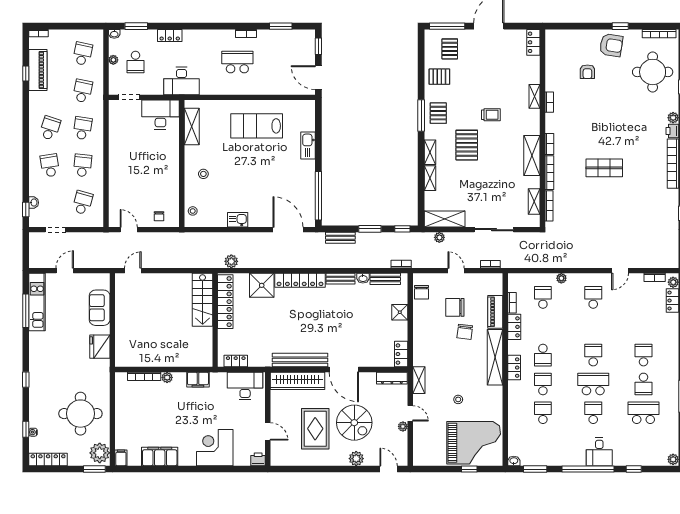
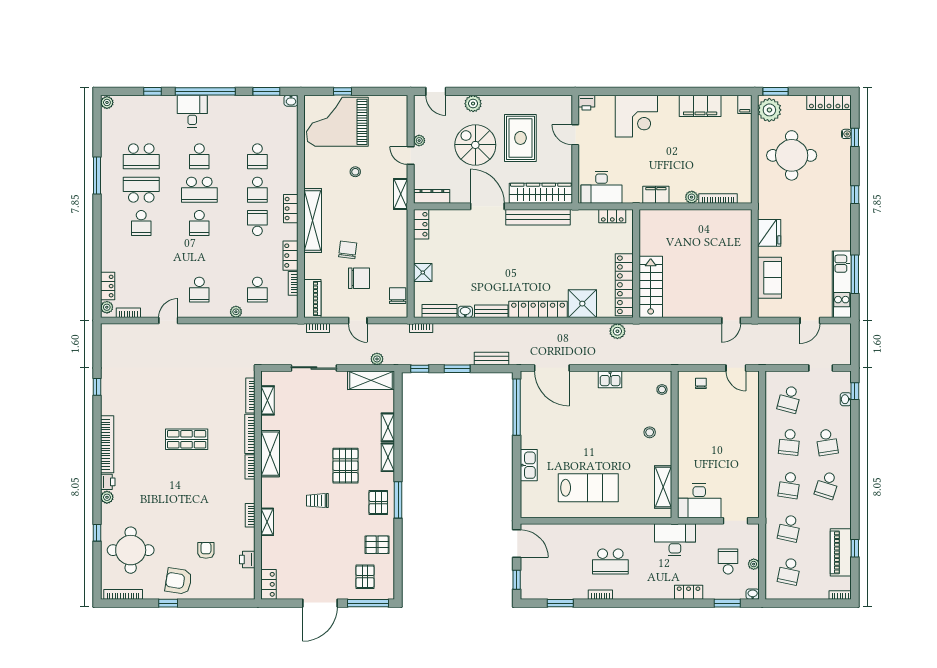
printer: (552, 64) -> (247, 560), added
piano: (495, 312) -> (312, 299), moved
school desk: (643, 384) -> (141, 190), width x1.85

